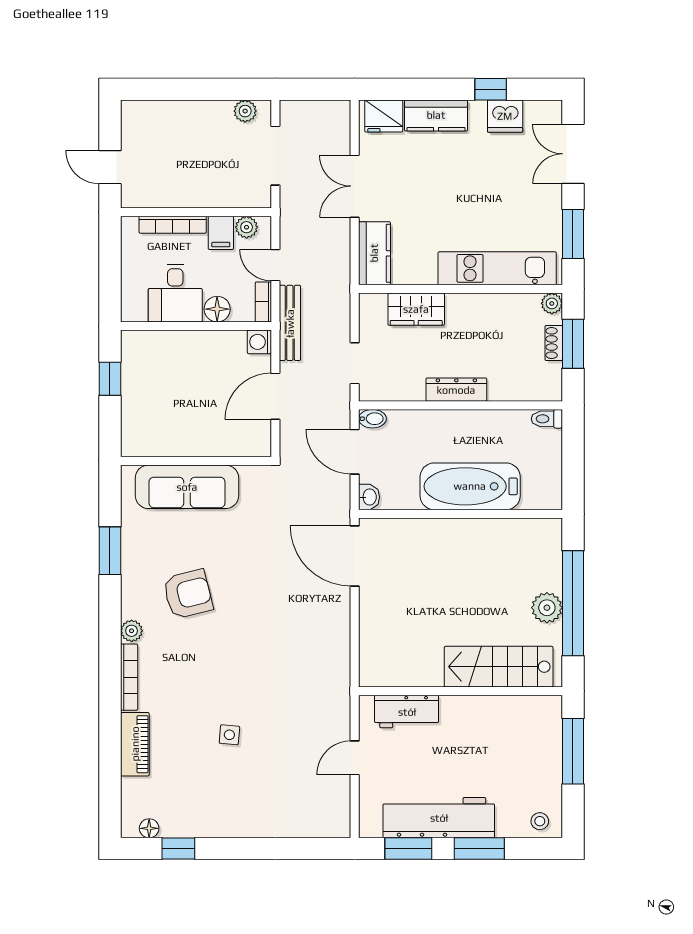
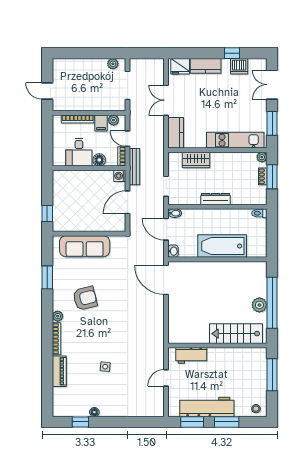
window: (110, 379) -> (47, 214), moved
floor lamp: (149, 828) -> (94, 412), moved

